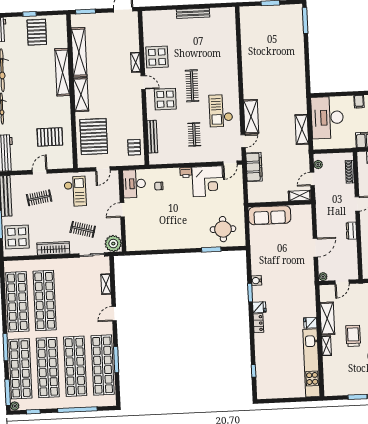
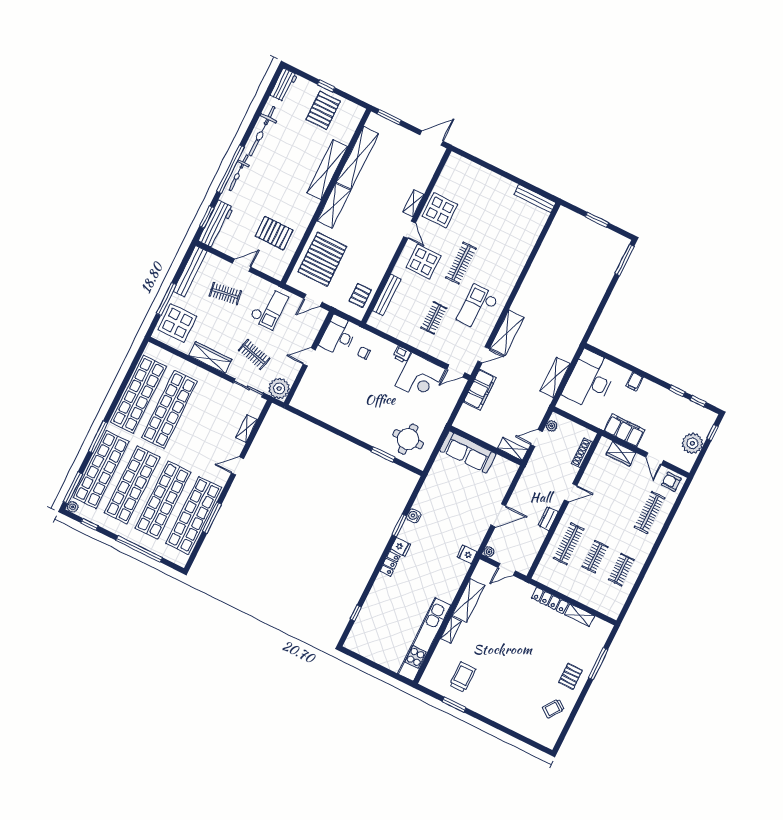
bench: (193, 13) -> (535, 199), moved
fridge: (310, 323) -> (467, 554), moved
trolley: (353, 336) -> (462, 677), moved

